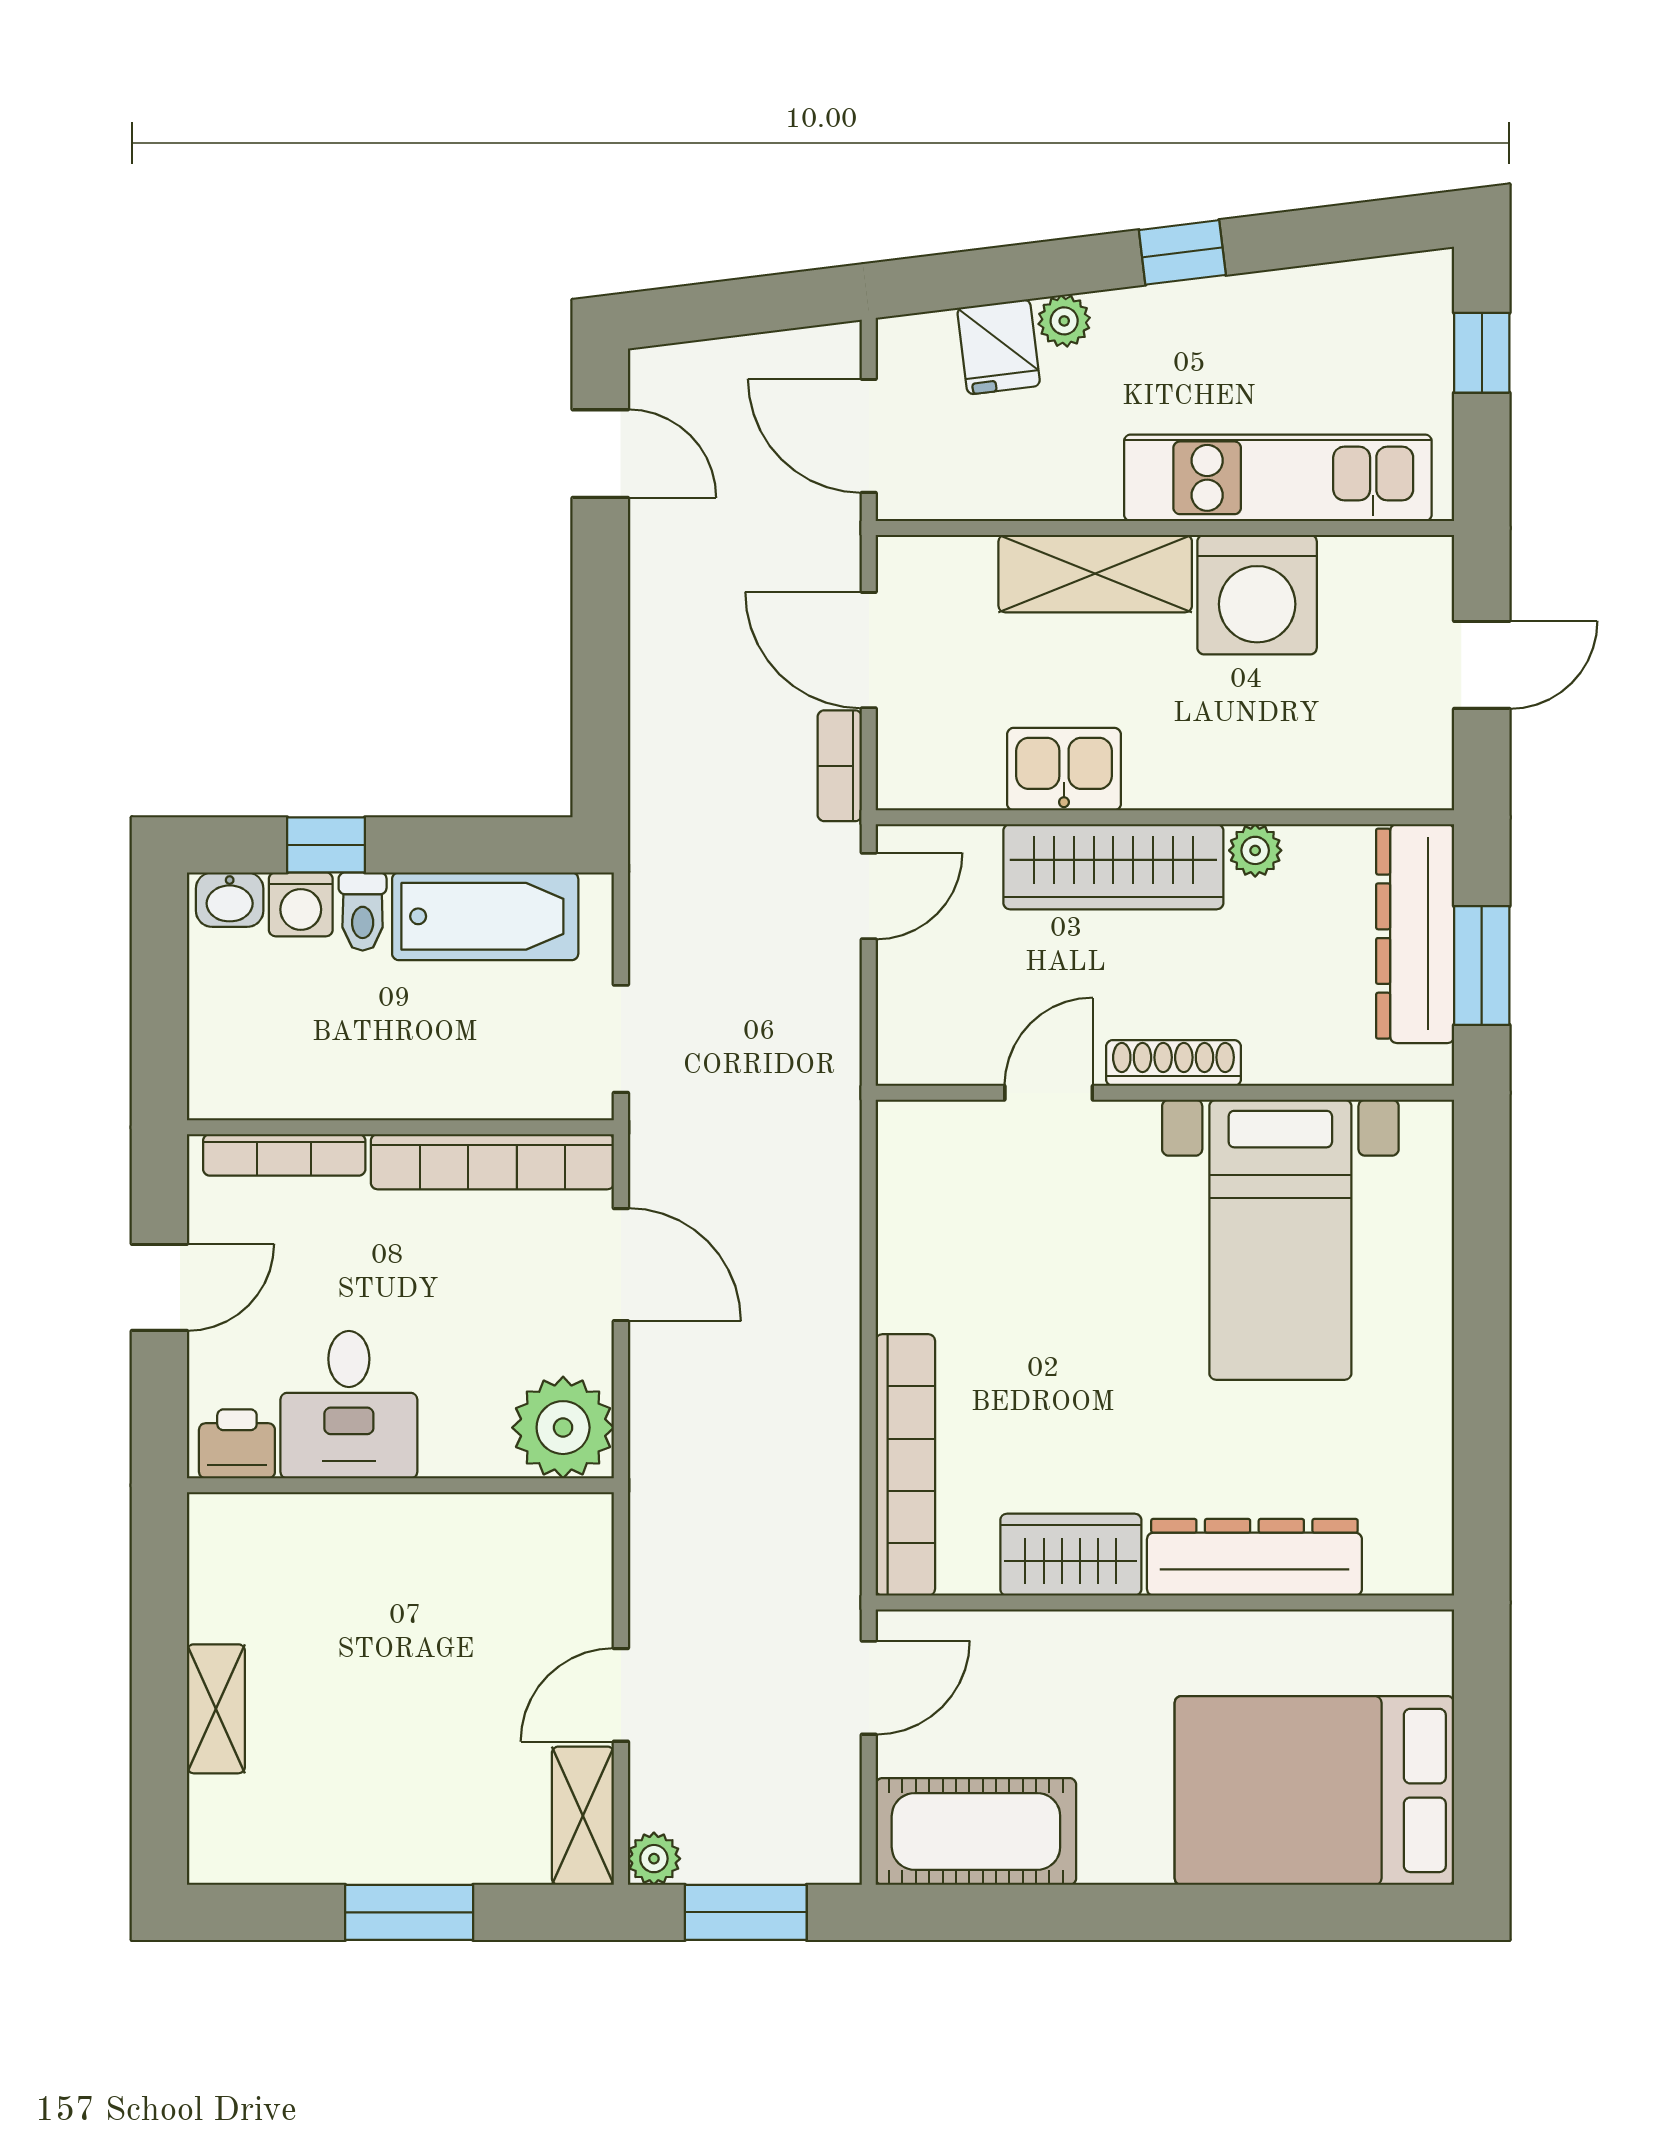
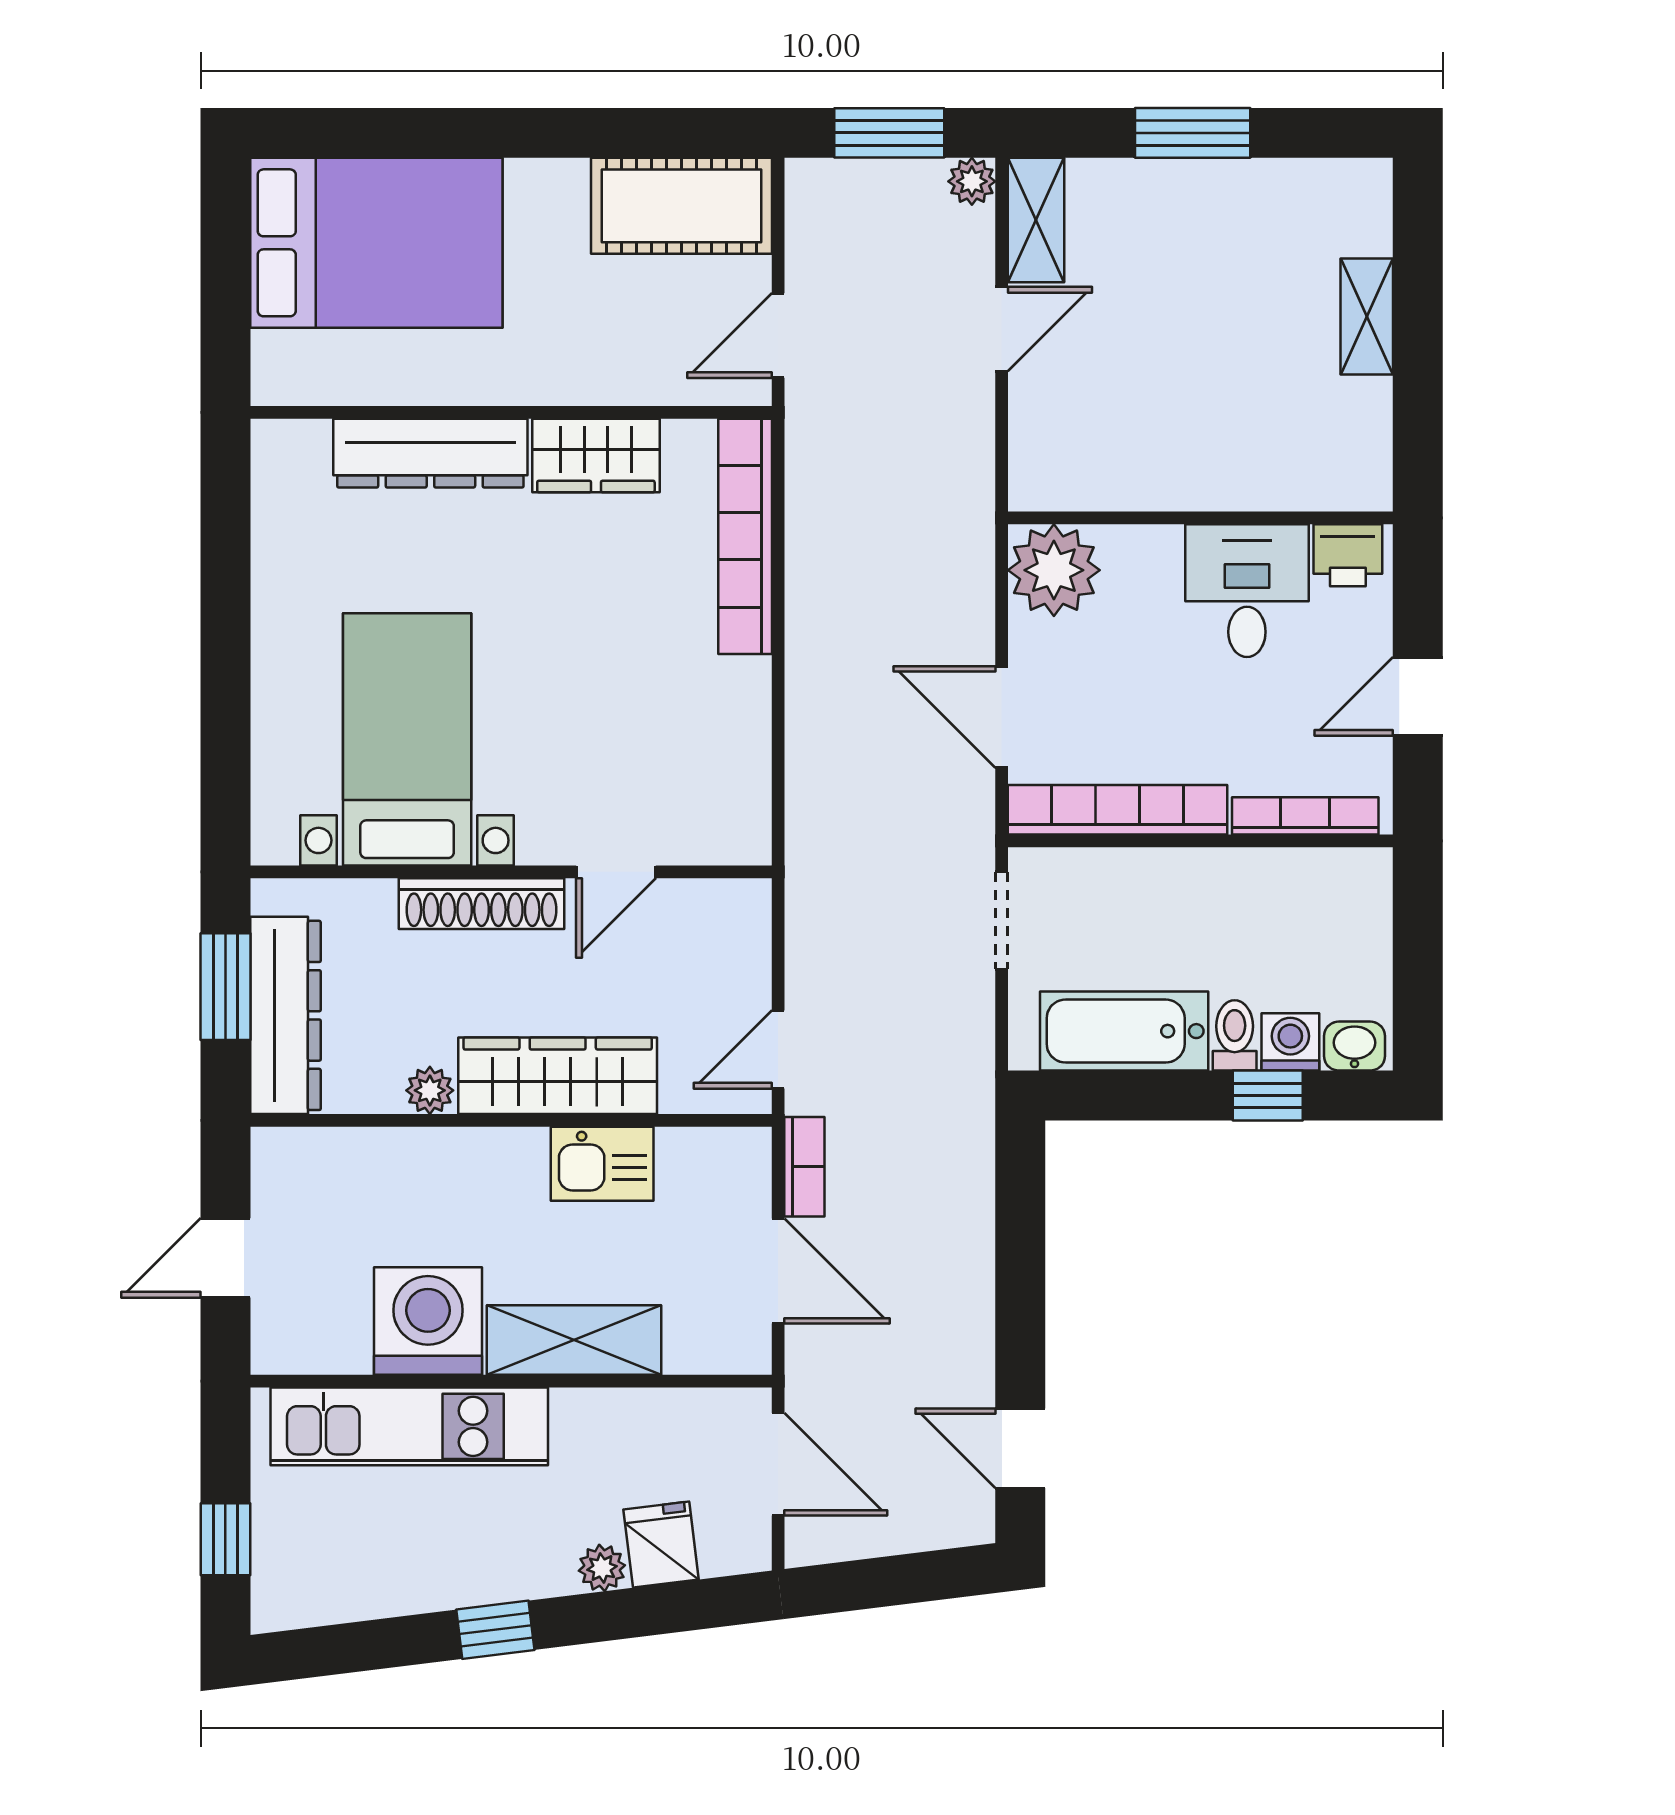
shoe rack: (1173, 1063) -> (482, 904), width x1.36, depth x1.24

